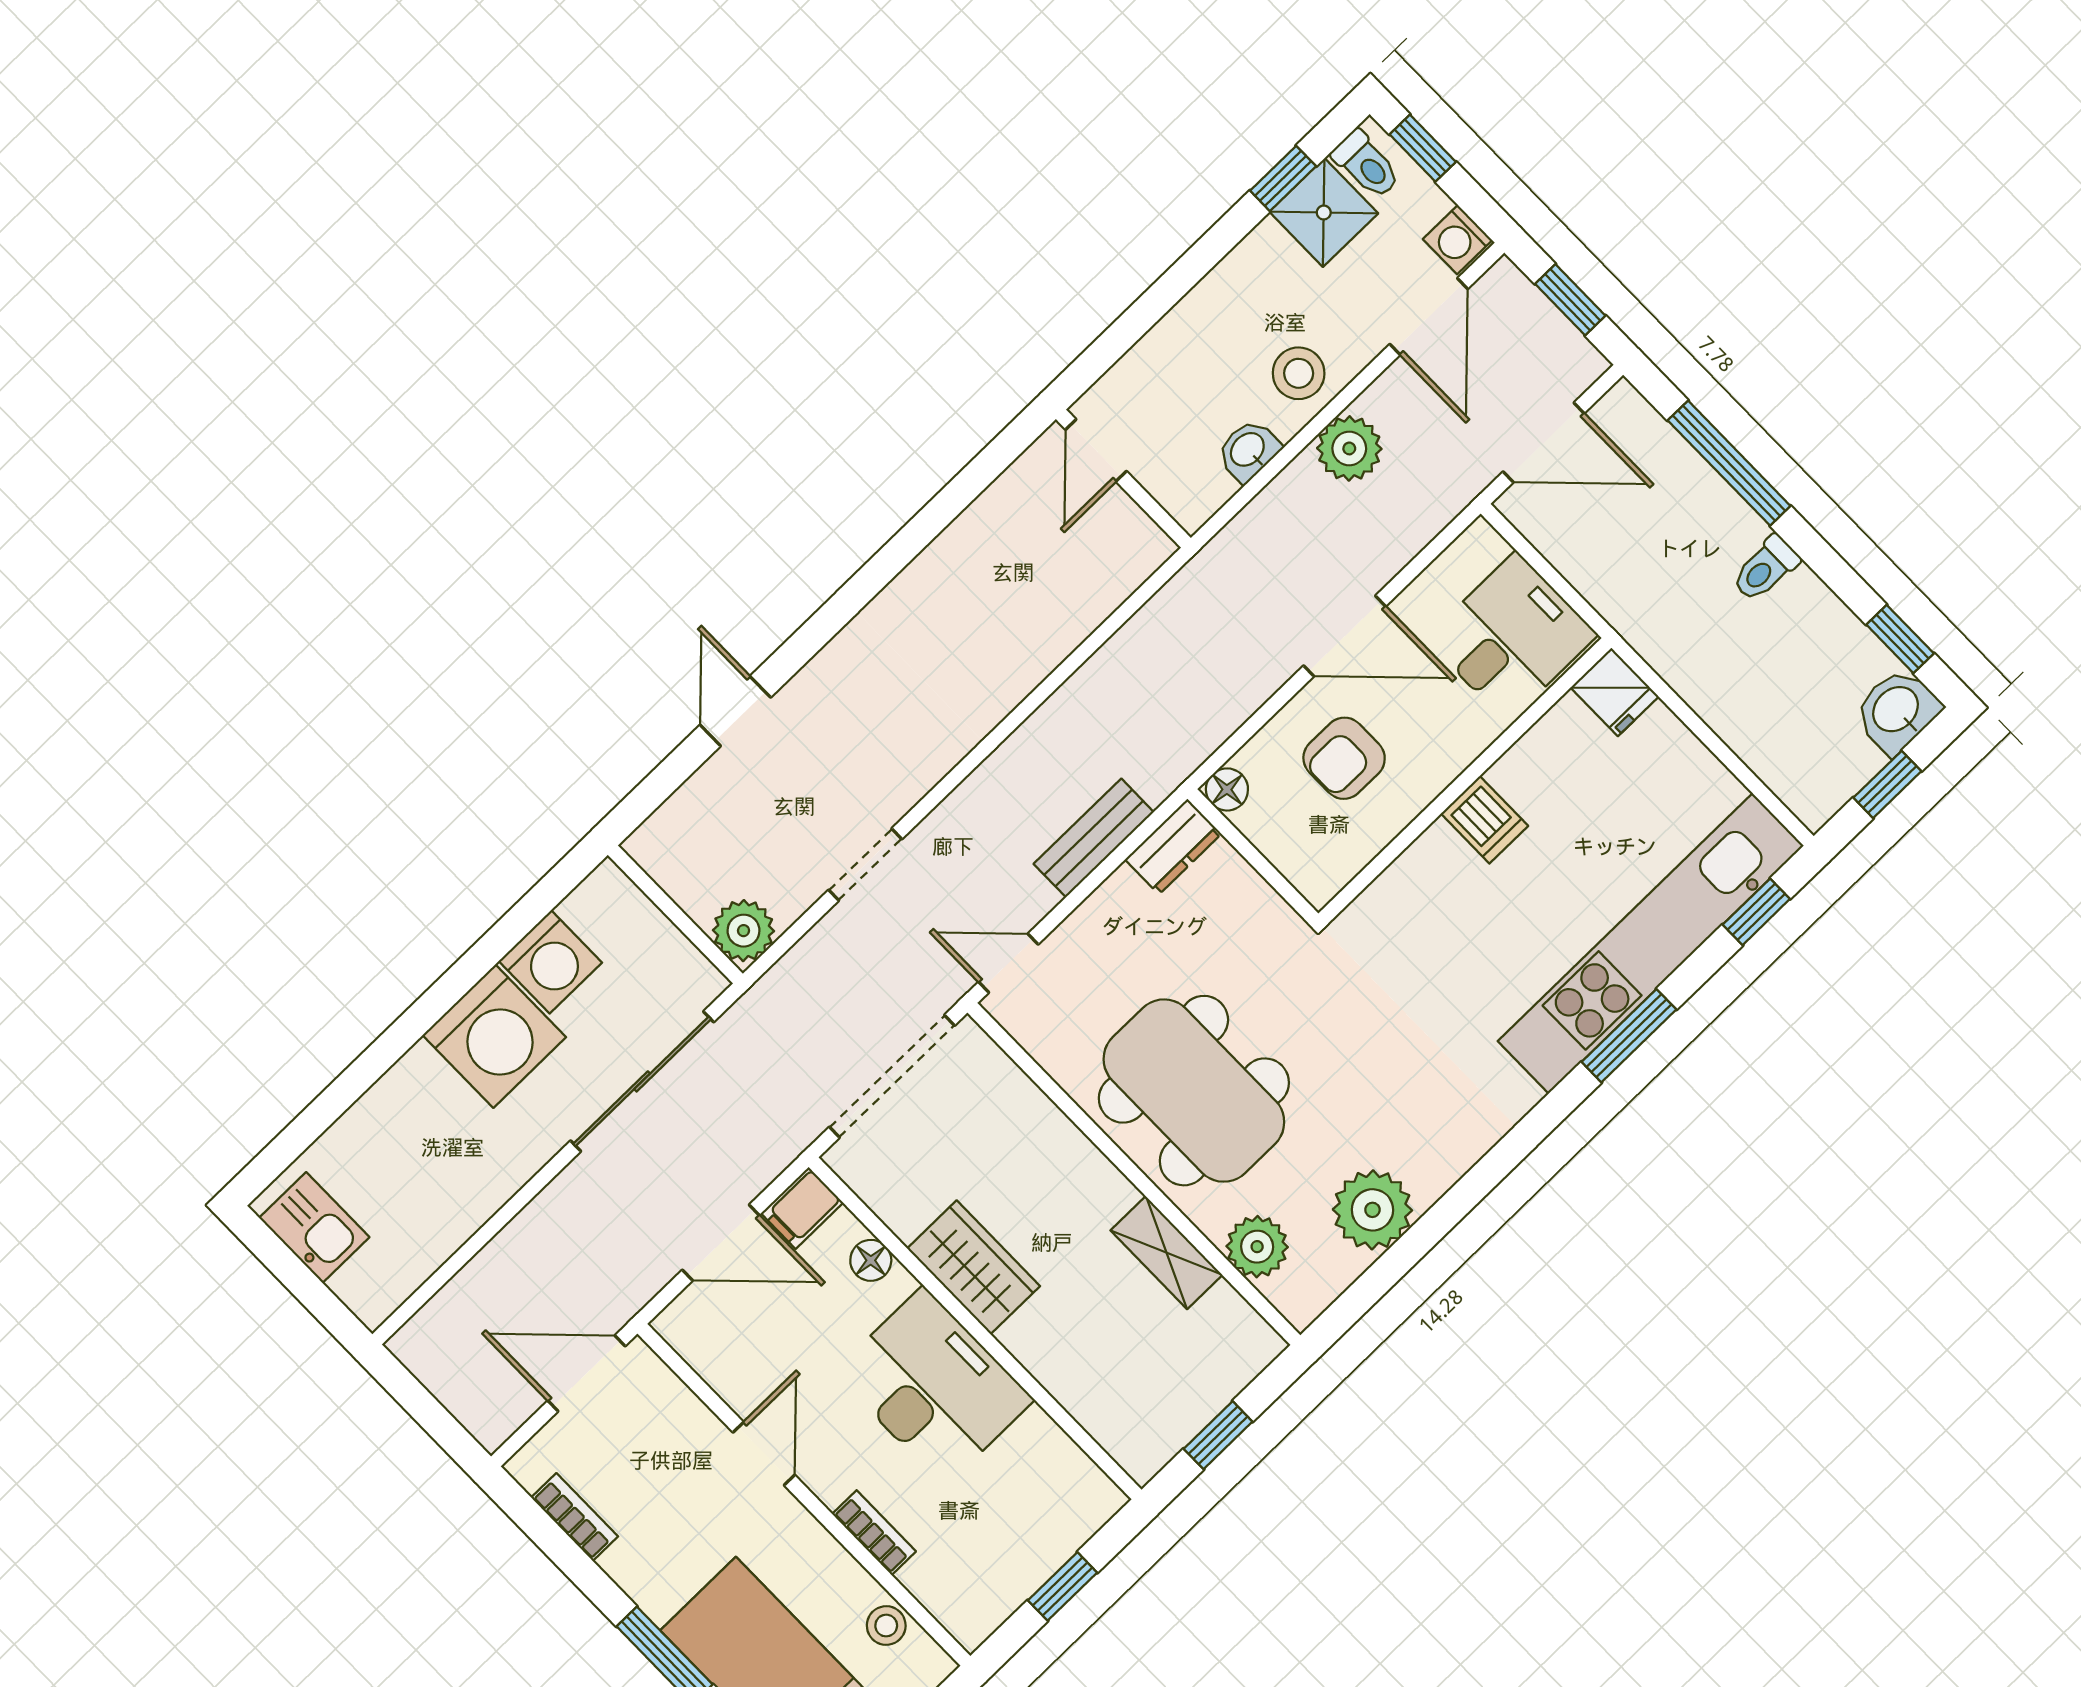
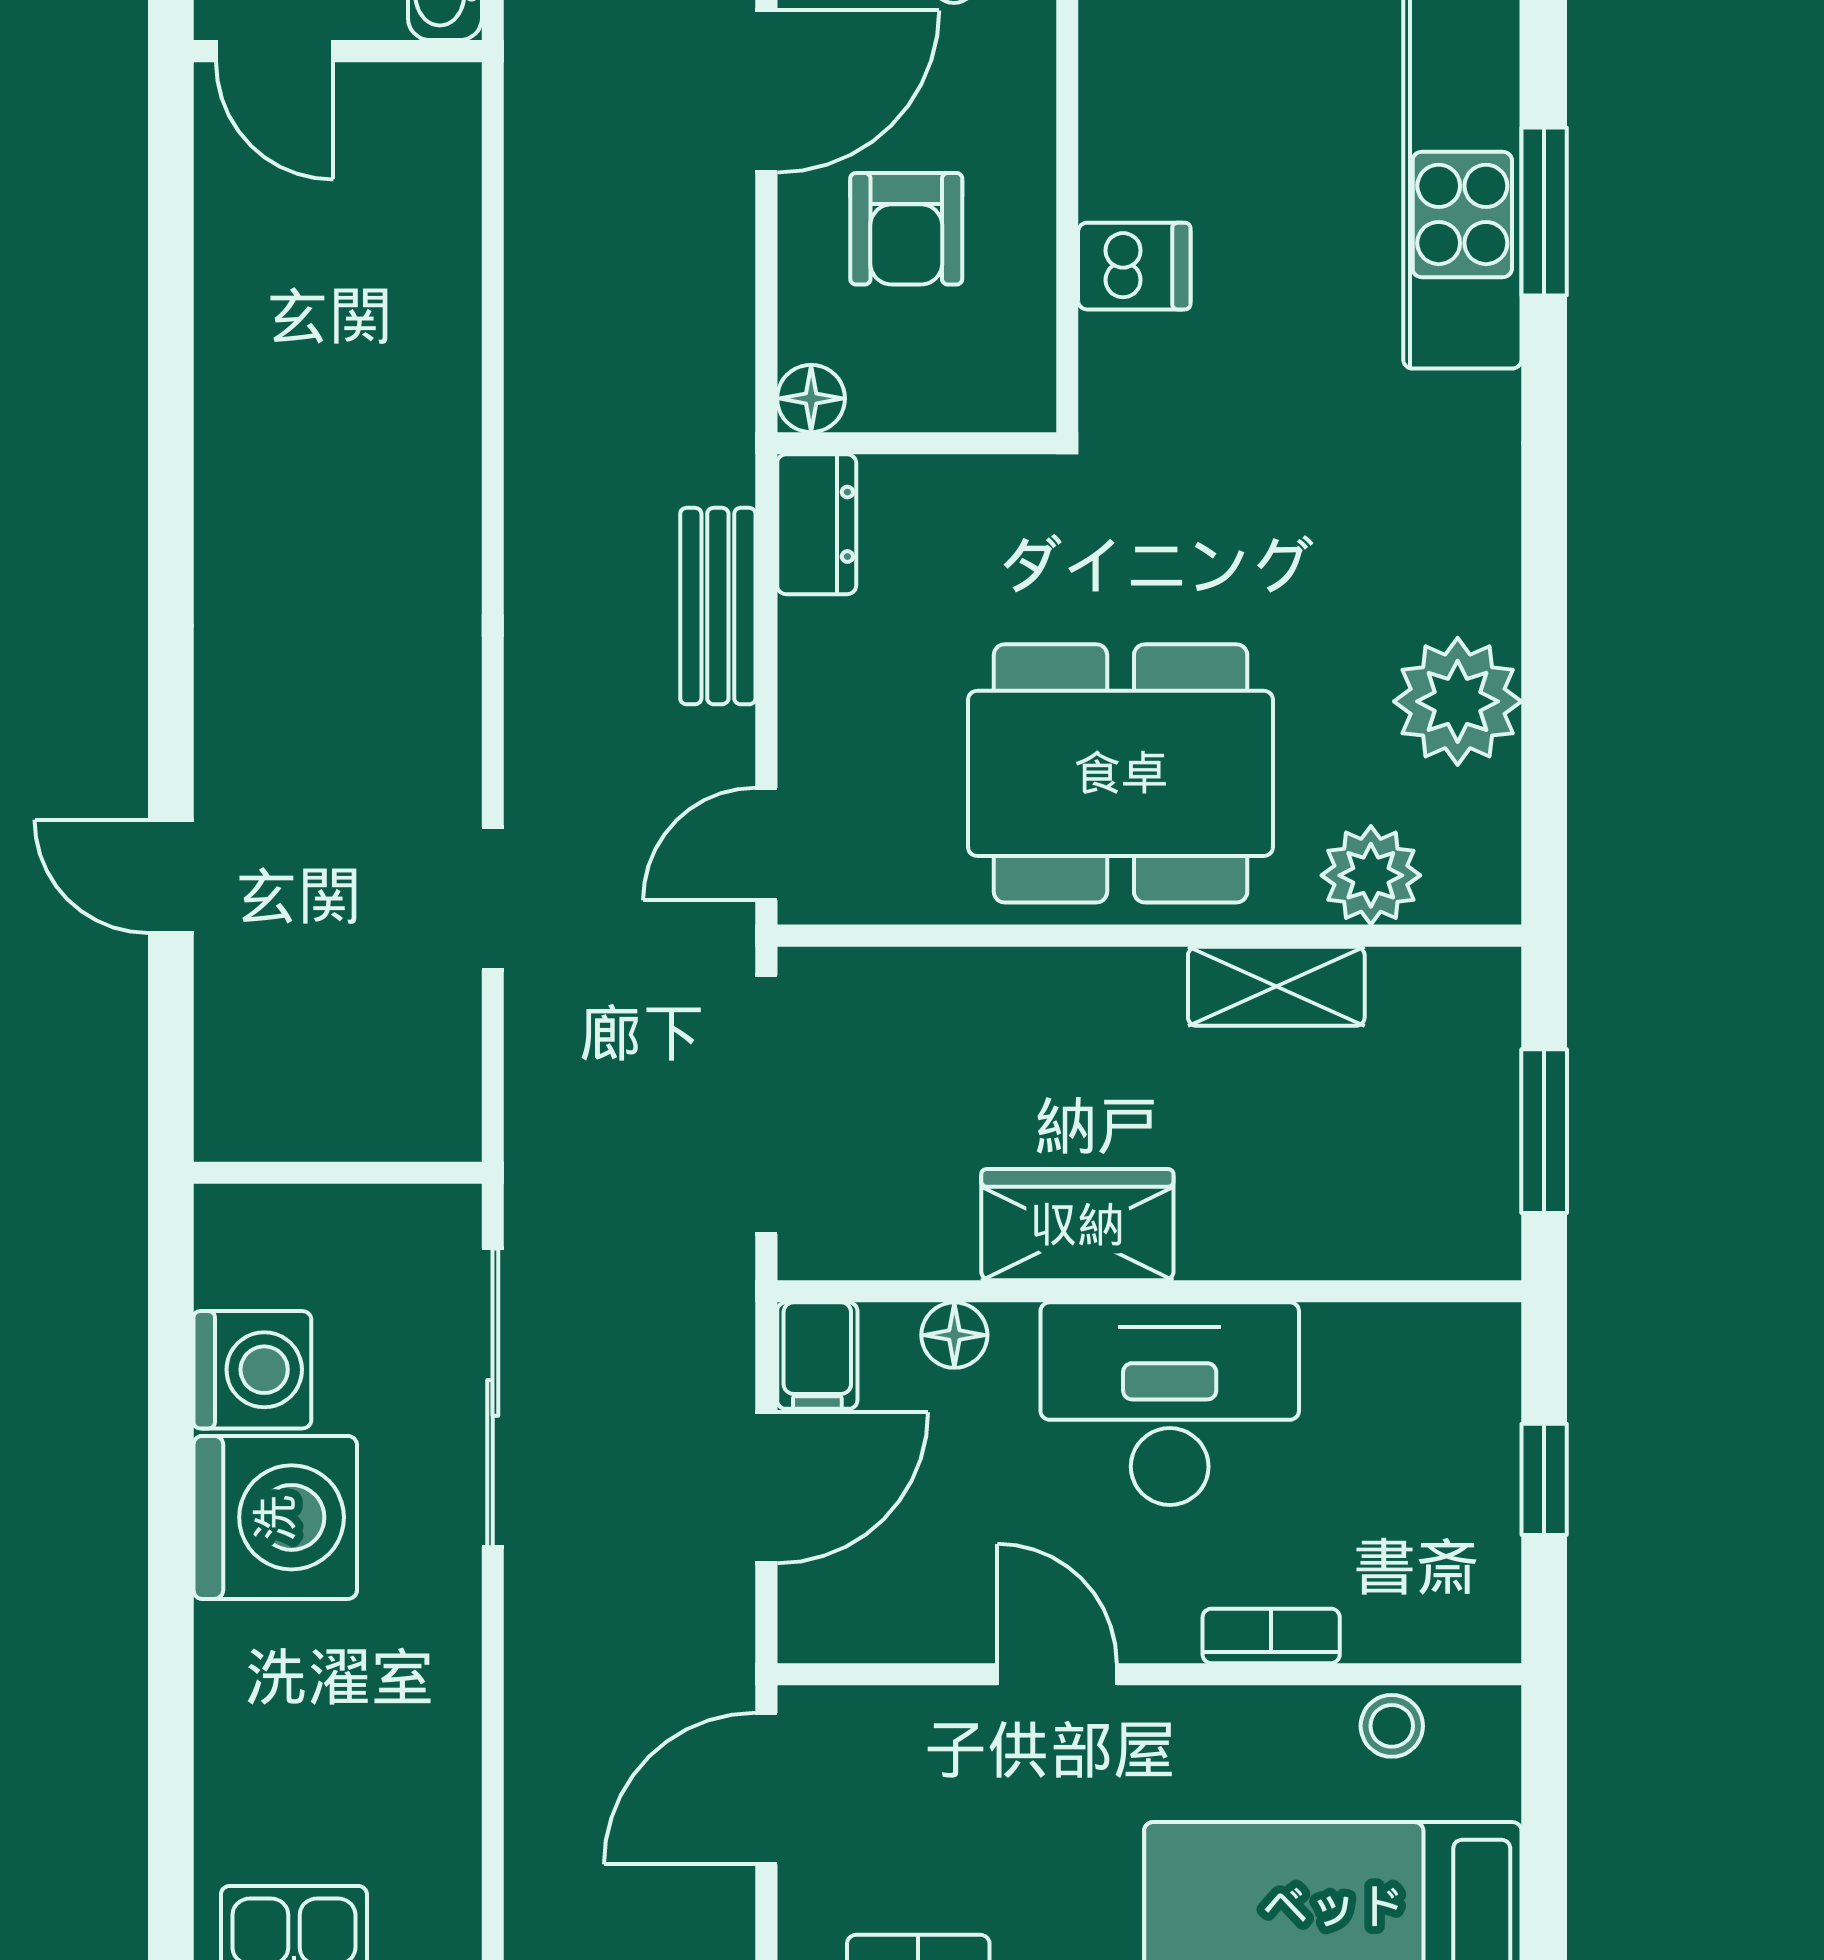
door: (1096, 450) -> (275, 51), moved
wall: (1124, 479) -> (338, 51), moved
dishwasher: (1485, 820) -> (1134, 266), moved
plant: (744, 931) -> (433, 1113), removed
window: (1218, 1435) -> (1544, 1131), width x1.50

